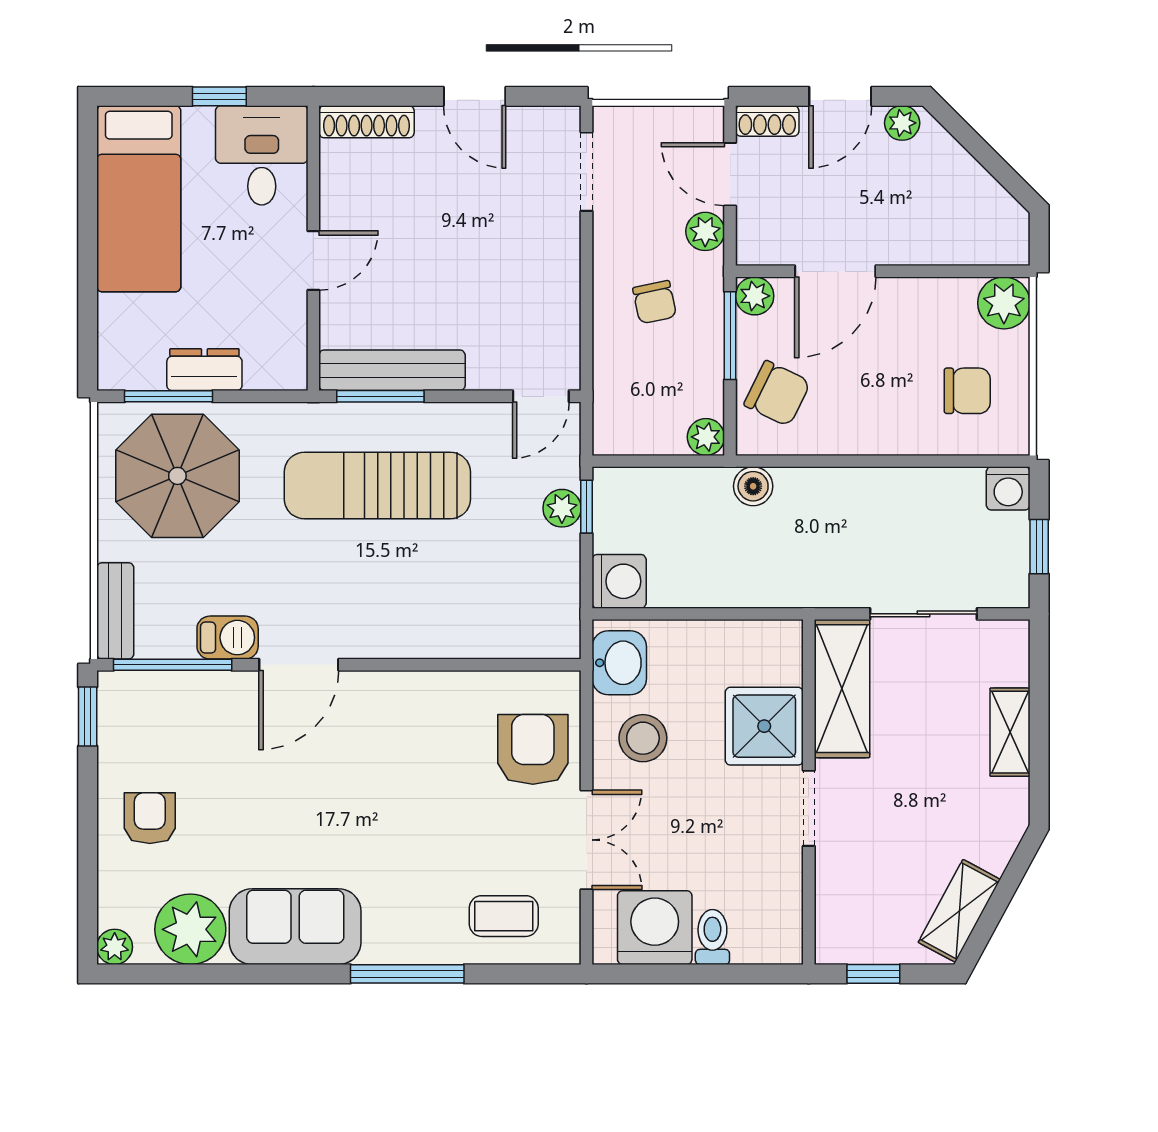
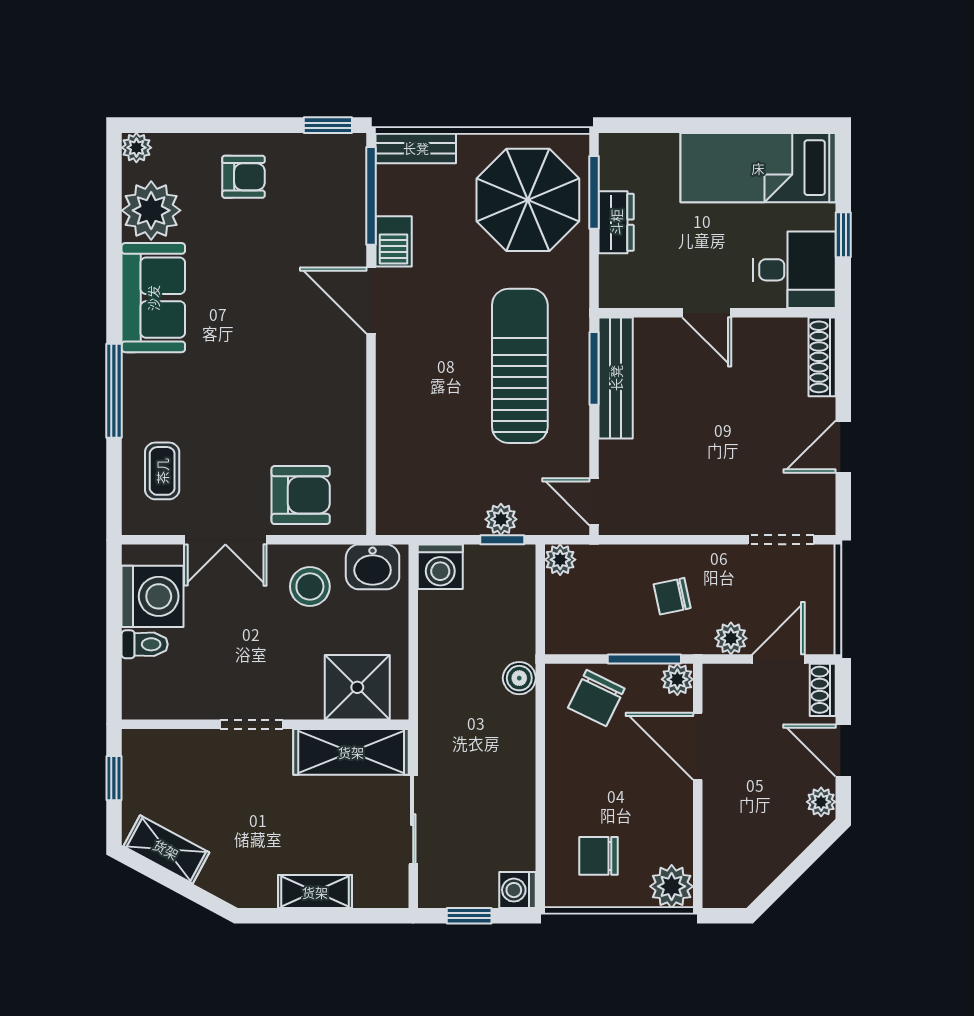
chair: (967, 391) -> (599, 856), turned 90
plant: (706, 437) -> (560, 560), moved
shower: (764, 726) -> (357, 687), moved

